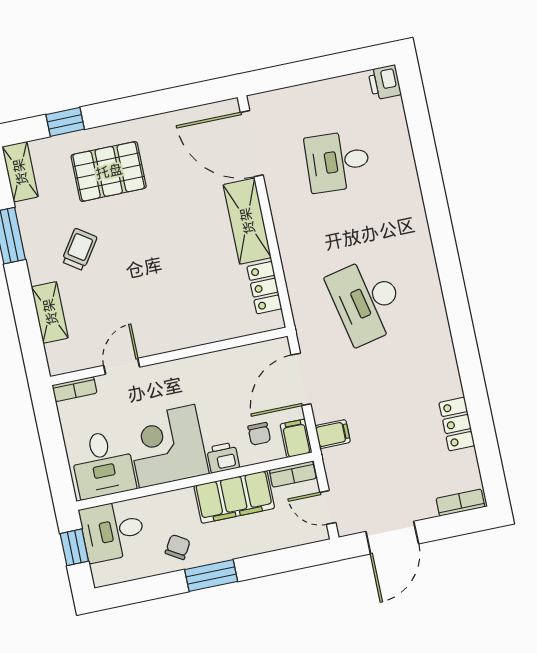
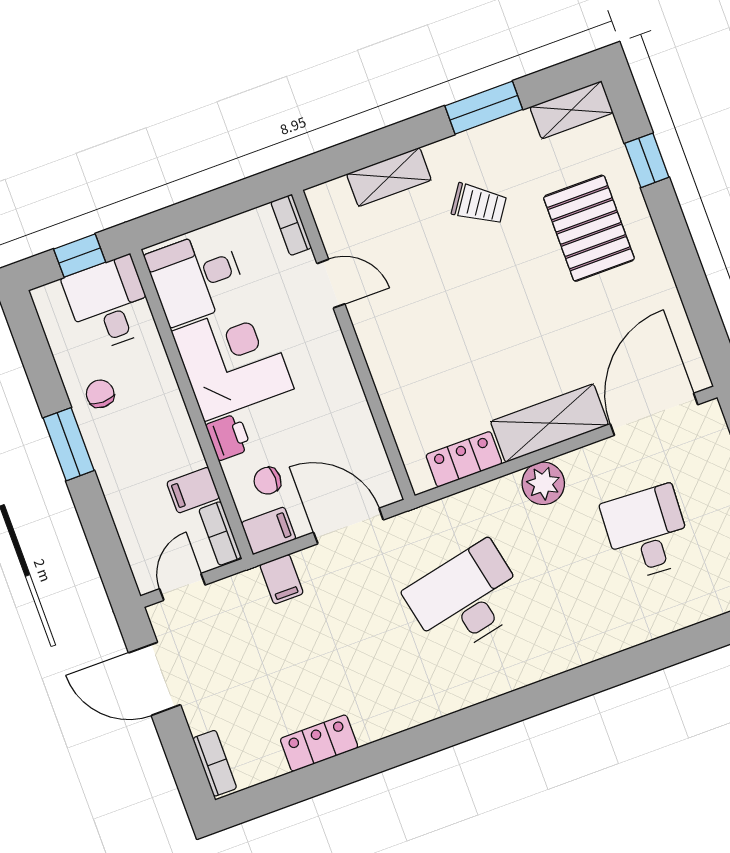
plant: (291, 232) -> (543, 483), added
filing cabinet: (234, 497) -> (193, 490), width x0.33, depth x0.86
chair: (178, 547) -> (100, 394), turned -121

